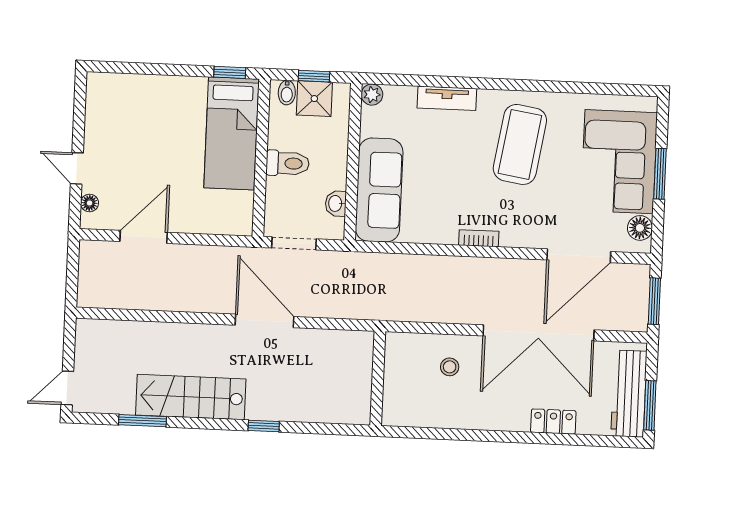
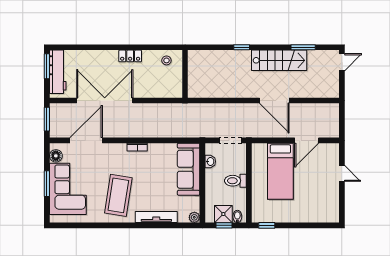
tv unit: (447, 98) -> (156, 217), width x1.41
bed: (231, 133) -> (280, 171), moved, turned 180
floor lamp: (90, 203) -> (335, 156), removed
door: (264, 321) -> (274, 100), moved
stool: (450, 367) -> (166, 60), moved
locker: (553, 422) -> (130, 56), moved

